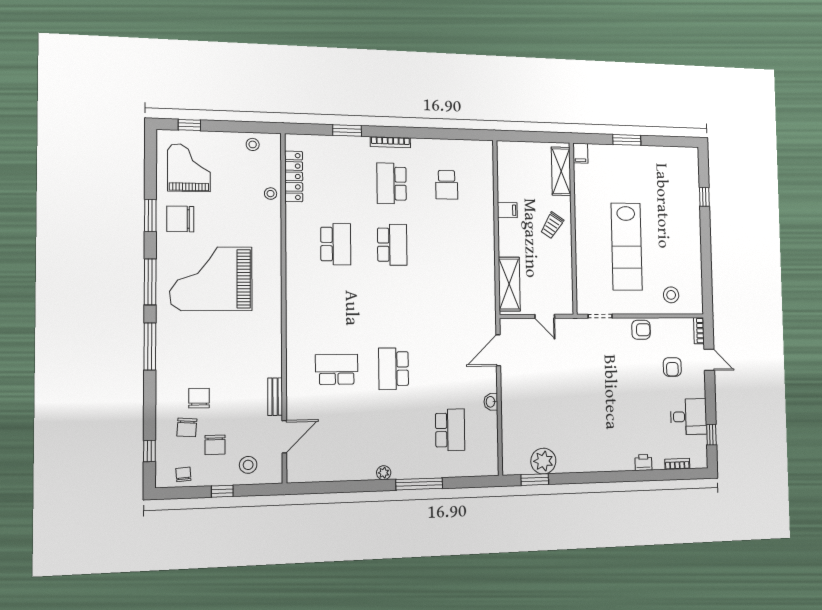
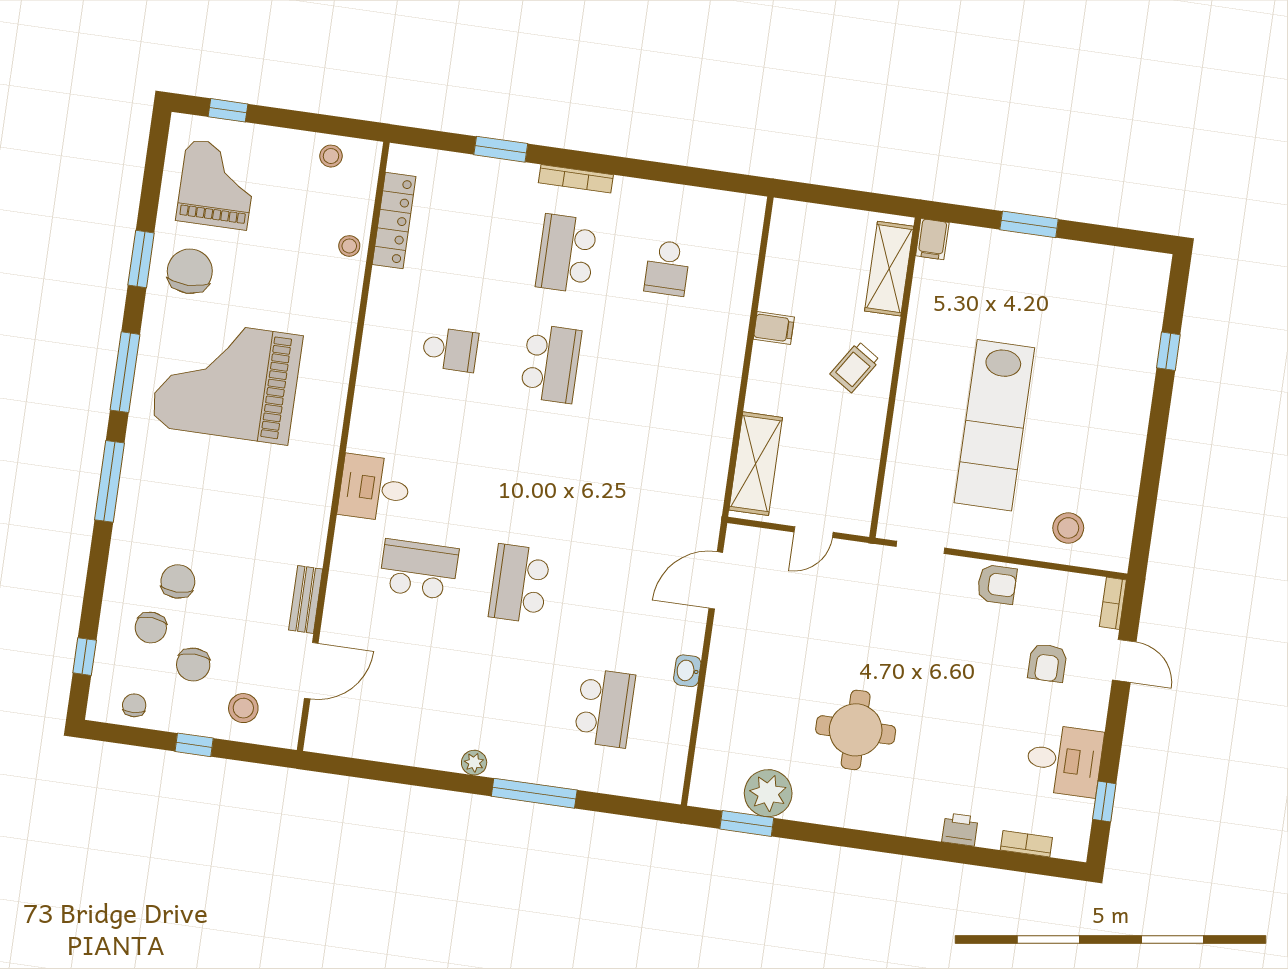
chair: (180, 219) -> (190, 271), turned 90
school desk: (336, 244) -> (450, 349), width x0.54
door: (545, 316) -> (814, 532), hinge flipped
desk: (305, 328) -> (374, 488), added
round table: (583, 419) -> (856, 730), added

